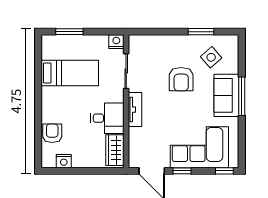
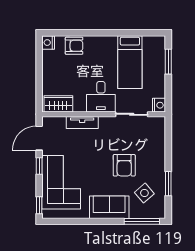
armchair: (181, 79) -> (124, 165), turned -90
window: (242, 96) -> (142, 221), moved
tv unit: (135, 110) -> (82, 122), moved
desk: (107, 118) -> (101, 97), moved
nightstand: (64, 161) -> (48, 43), moved

